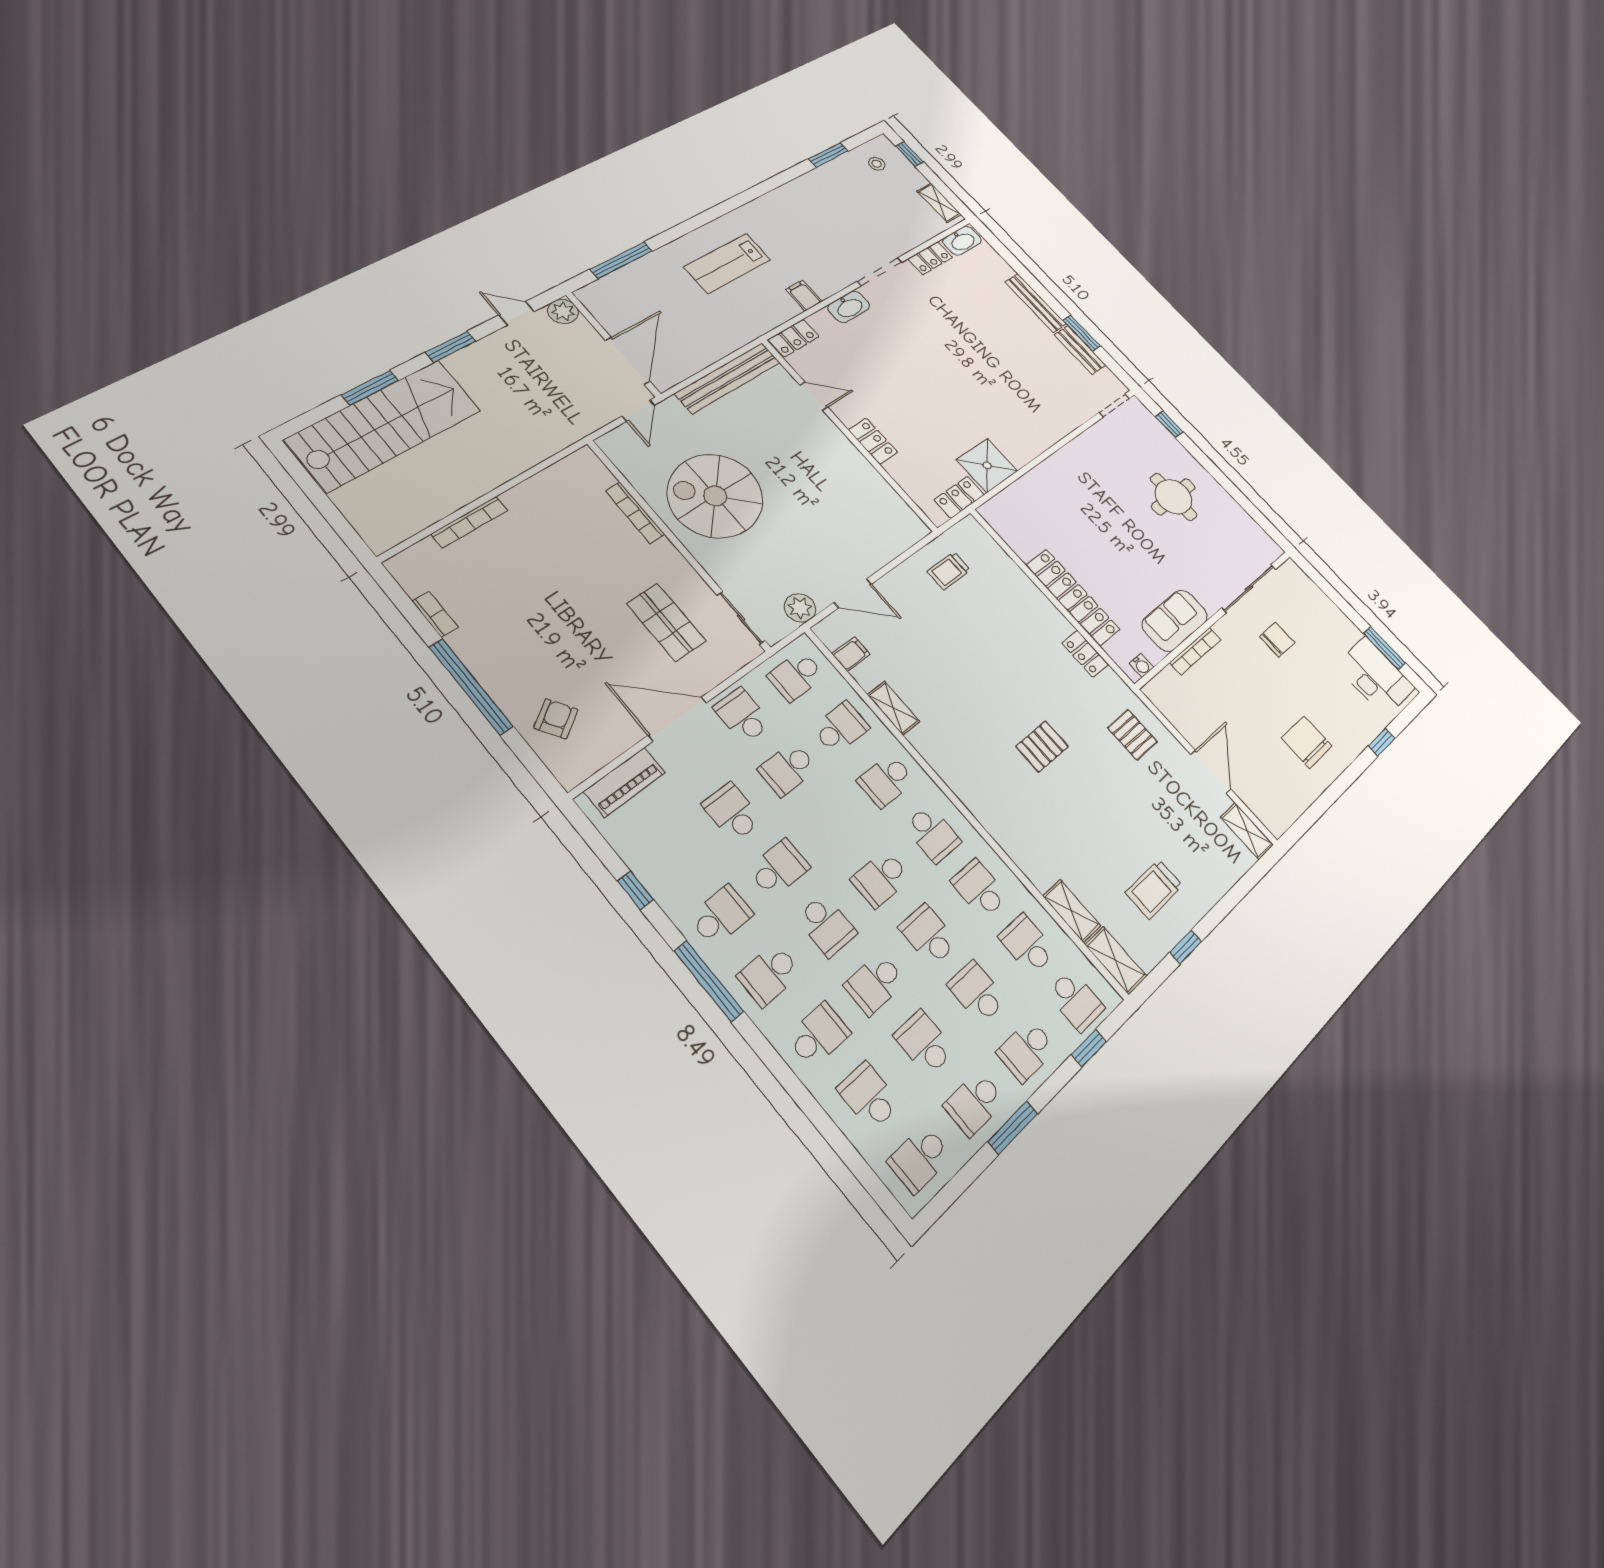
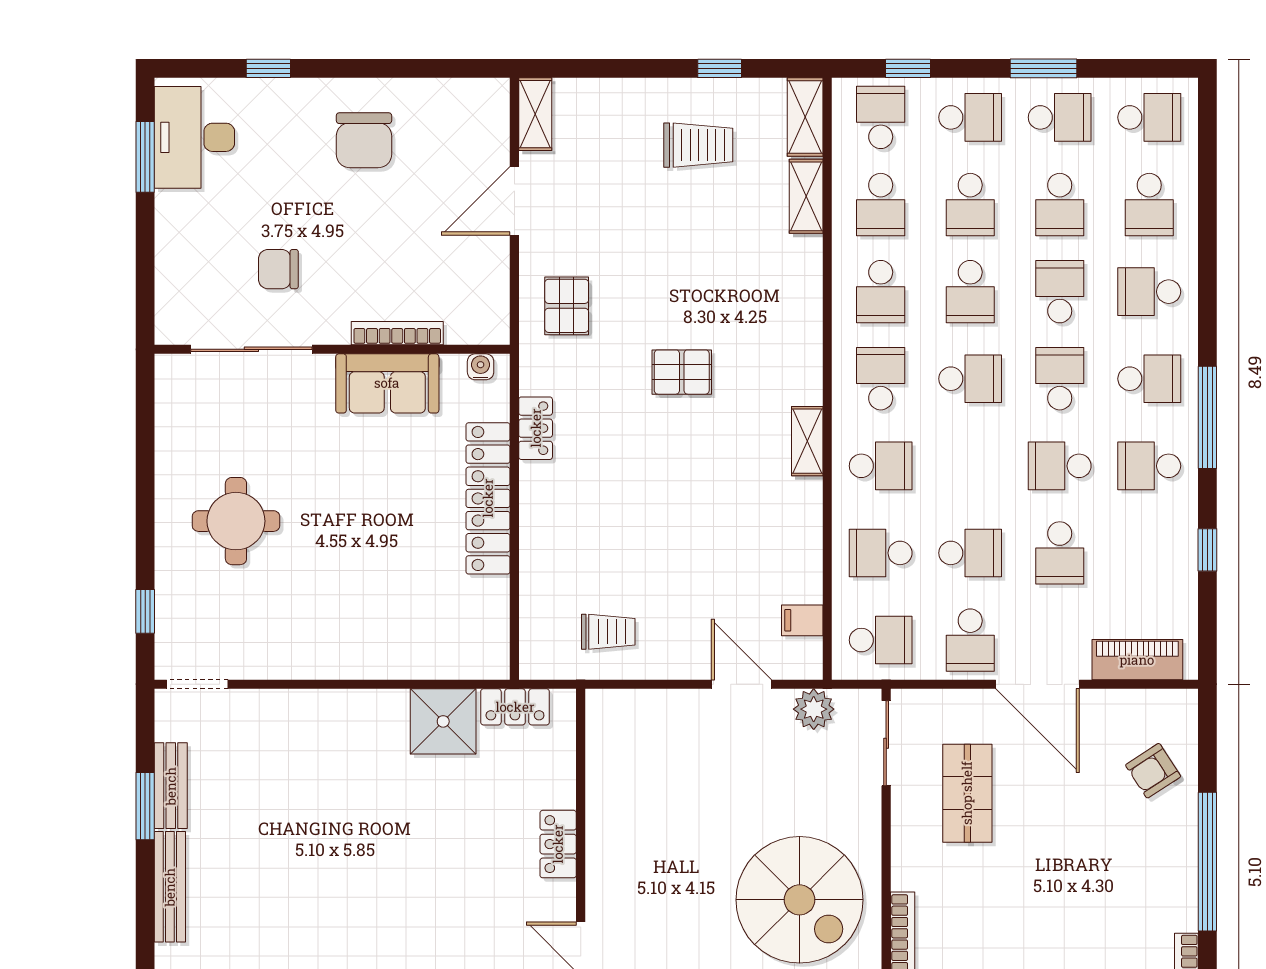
shelving: (893, 708) -> (807, 441), moved
school desk: (875, 984) -> (1060, 292), turned -90

